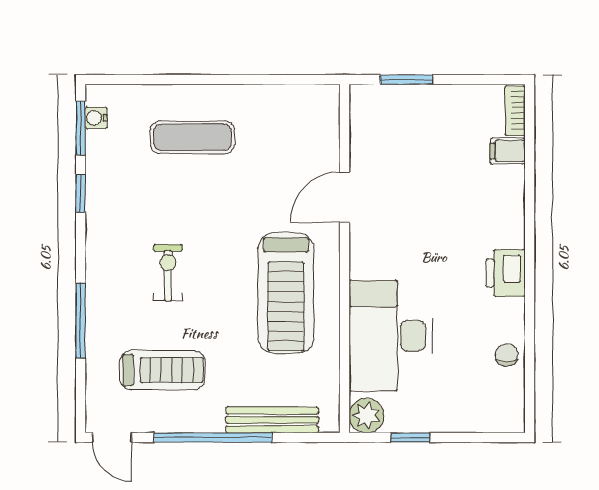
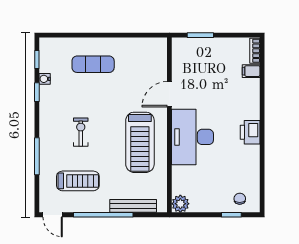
water cooler: (96, 118) -> (45, 79), moved
window: (81, 128) -> (37, 60), width x0.67
desk: (391, 336) -> (192, 137), moved
chair: (506, 355) -> (240, 199), moved
window: (410, 437) -> (231, 215), moved

